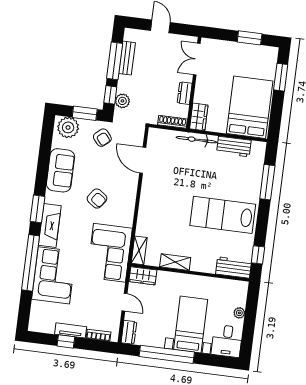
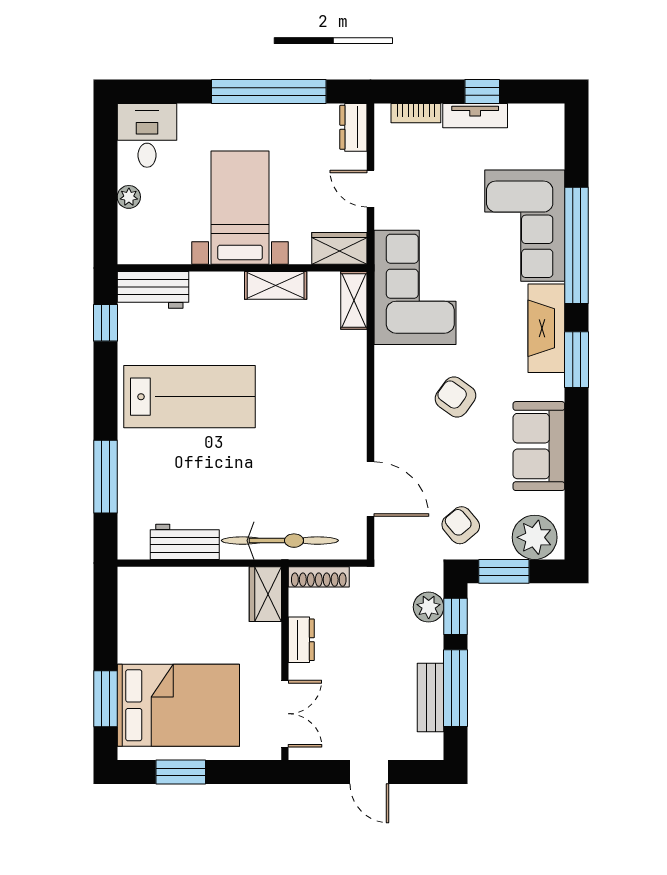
bed: (250, 107) -> (178, 705), moved, turned -90
bicycle: (196, 140) -> (280, 541), width x1.37, depth x1.40
bed with nightstands: (191, 324) -> (240, 208), moved, turned 180

